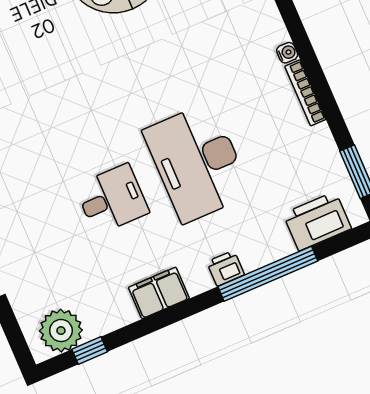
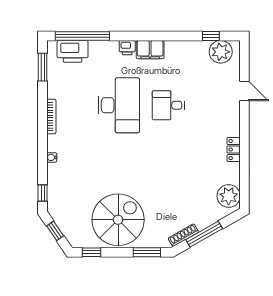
water cooler: (287, 53) -> (52, 157), moved
window: (268, 274) -> (82, 36), moved
filing cabinet: (159, 293) -> (150, 50), moved

